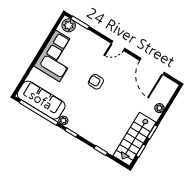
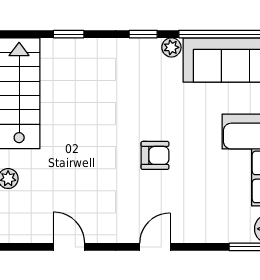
door: (152, 66) -> (69, 247), width x0.53

